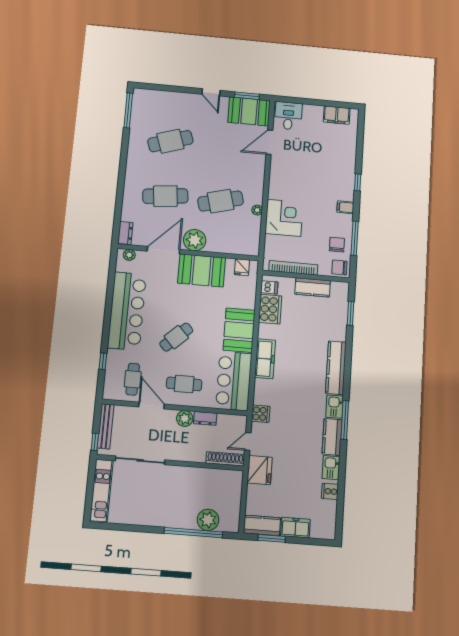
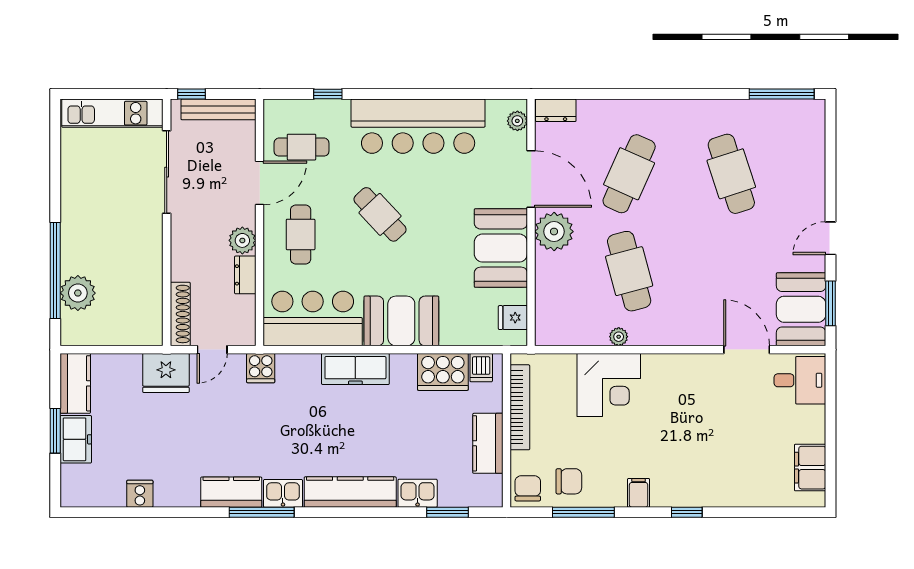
cafe table: (165, 196) -> (629, 174), turned 30
door: (248, 441) -> (212, 350), swing flipped
kitchen sink: (331, 468) -> (418, 493), moved
window: (272, 538) -> (55, 431), moved

